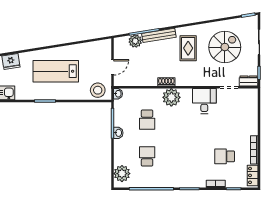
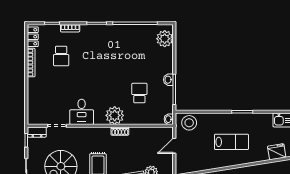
lab bench: (56, 71) -> (231, 142), width x0.73, depth x0.72
school desk: (147, 156) -> (139, 56), removed
school desk: (225, 156) -> (61, 56), turned 90

